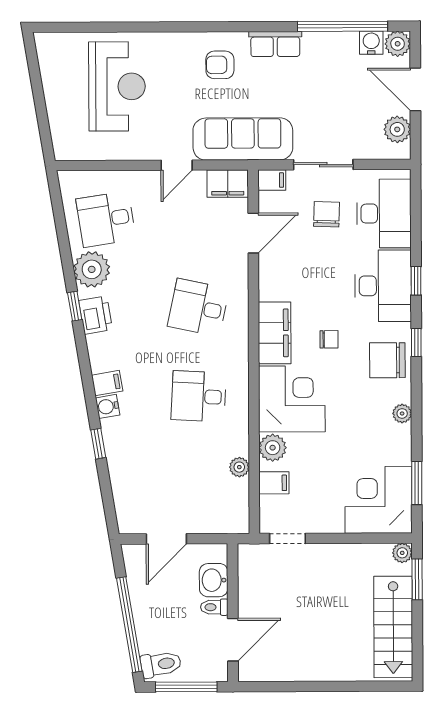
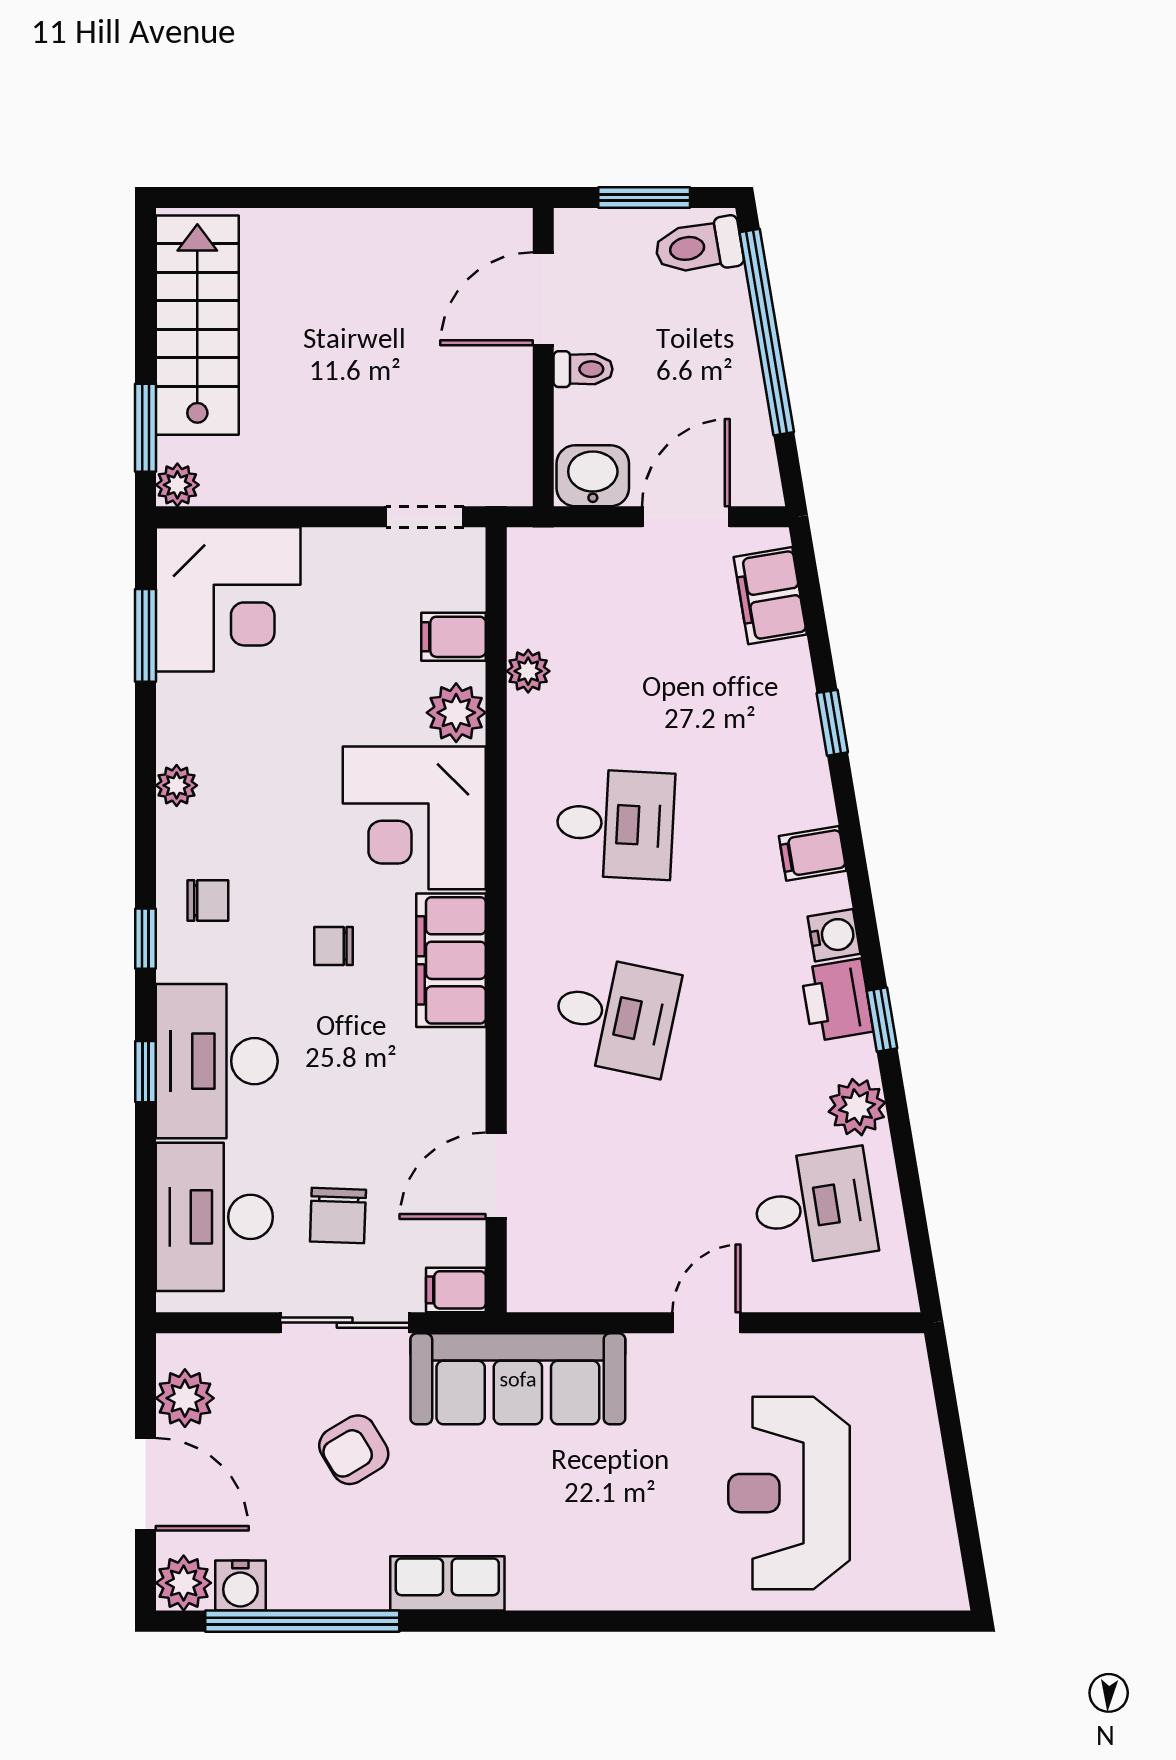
armchair: (220, 65) -> (354, 1450), moved, turned 149
door: (177, 165) -> (706, 1323), moved
filing cabinet: (228, 184) -> (770, 596), moved, turned -100
plant: (92, 269) -> (857, 1107), width x0.73, depth x0.73
chair: (387, 360) -> (208, 901), width x0.54, depth x0.54
water cooler: (108, 406) -> (834, 935), moved
washbasin: (214, 580) -> (593, 476), moved, turned -90
window: (186, 687) -> (644, 198), width x0.69

